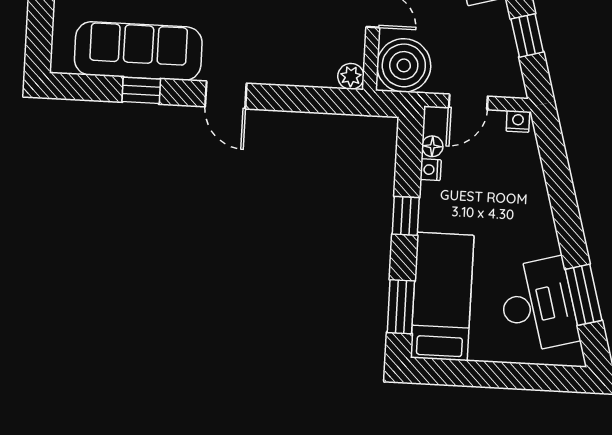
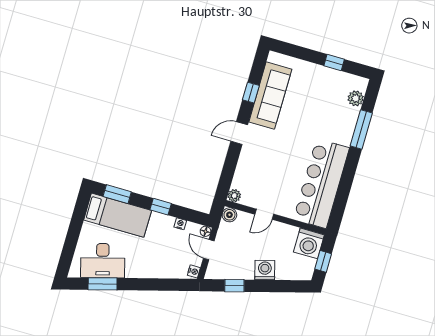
boiler: (404, 65) -> (229, 215), width x0.54, depth x0.54
floor lamp: (432, 146) -> (205, 231), moved

